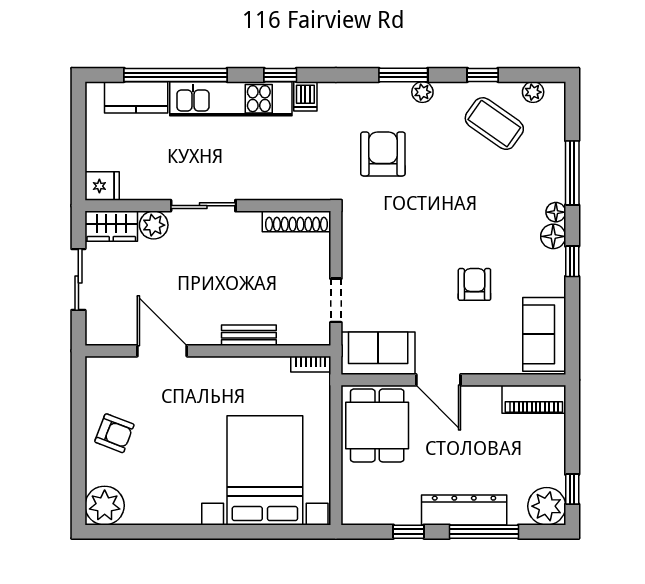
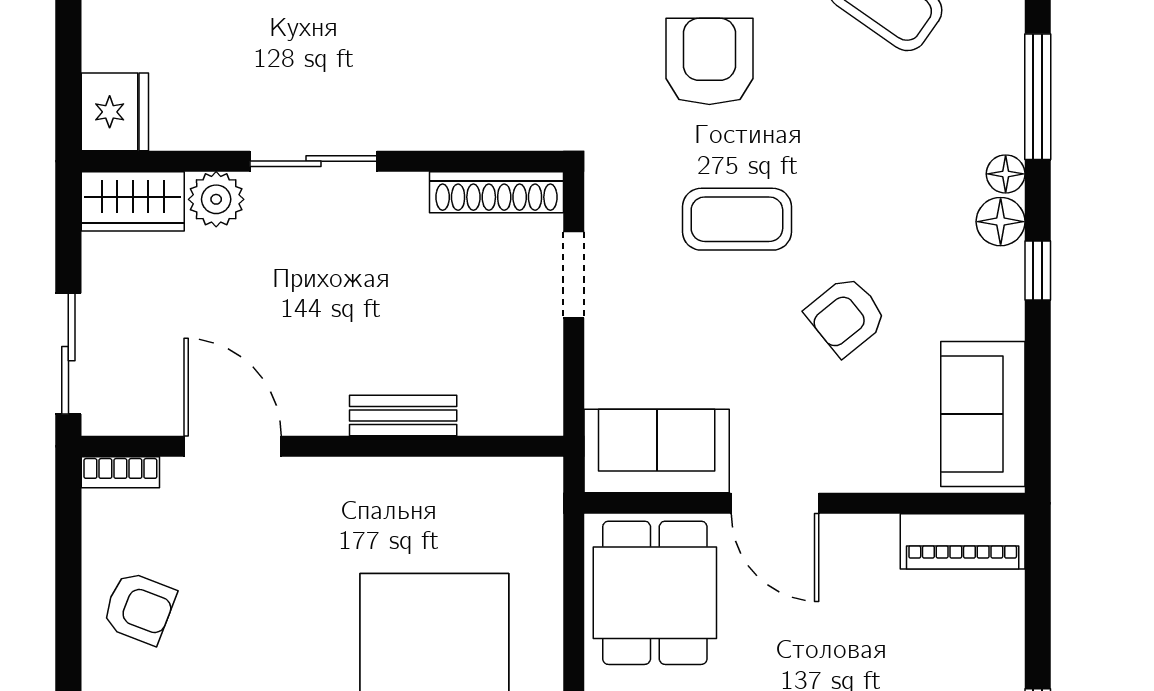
armchair: (383, 154) -> (709, 61), moved
fridge: (102, 186) -> (115, 112), width x1.38
coffee table: (419, 235) -> (737, 219), added
sliding door: (78, 280) -> (68, 354), moved
armchair: (474, 284) -> (846, 316), turned -129
doorway: (336, 300) -> (574, 275), moved
bookcase: (311, 364) -> (120, 472), moved

